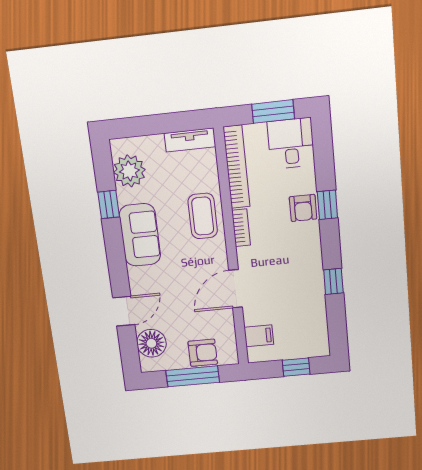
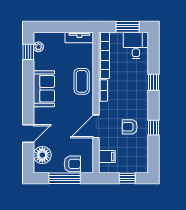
plant: (129, 171) -> (38, 47), width x0.53, depth x0.53
window: (109, 204) -> (28, 52), moved
armchair: (303, 208) -> (130, 127), moved, turned 90

